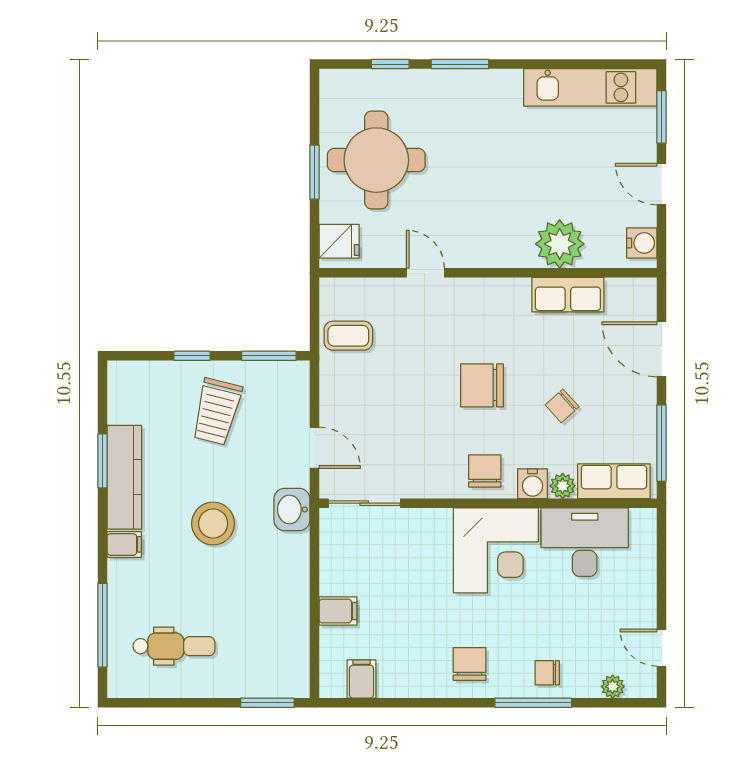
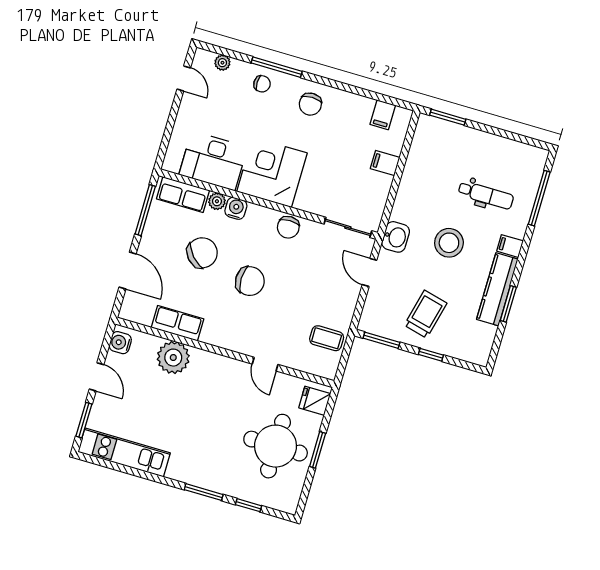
chair: (562, 406) -> (202, 253), width x1.87, depth x1.87
chair: (485, 471) -> (288, 227), moved
dental chair: (174, 646) -> (486, 195), moved, turned 180

